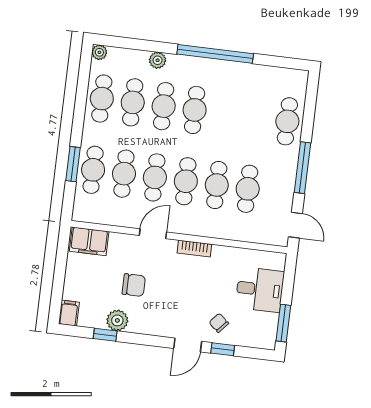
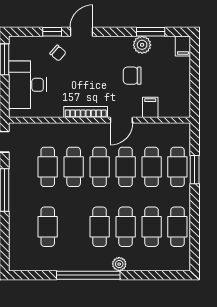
plant: (99, 52) -> (184, 265), removed
plant: (158, 60) -> (119, 264), moved
cafe table: (287, 121) -> (48, 227), moved
filing cabinet: (89, 241) -> (150, 107), moved, width x0.50
bookcase: (194, 249) -> (86, 112), width x1.56
desk: (260, 290) -> (27, 85), width x1.37
window: (105, 335) -> (151, 32), width x1.50

